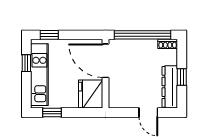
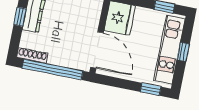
shoe rack: (168, 44) -> (32, 55), width x1.43
window: (26, 63) -> (183, 52), moved

